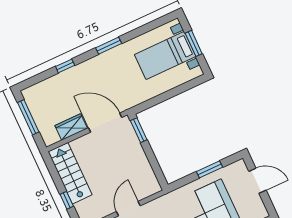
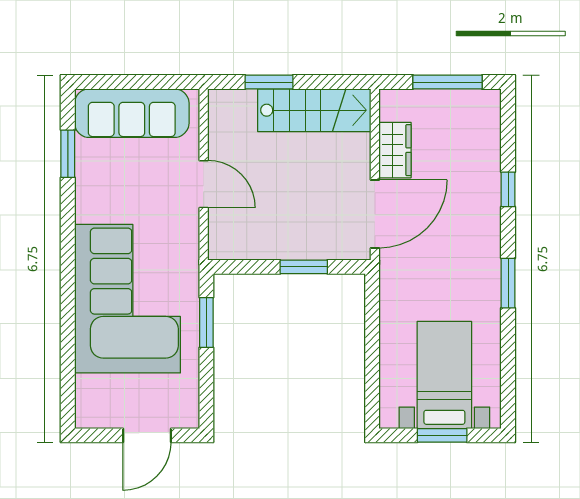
window: (139, 130) -> (304, 267), moved
window: (210, 169) -> (206, 323), moved
window: (67, 200) -> (269, 82), width x1.50

